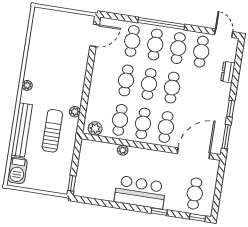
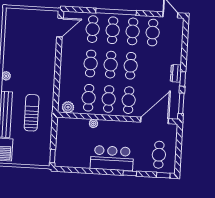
dresser: (228, 72) -> (176, 73), moved
plant: (75, 112) -> (49, 95), removed

